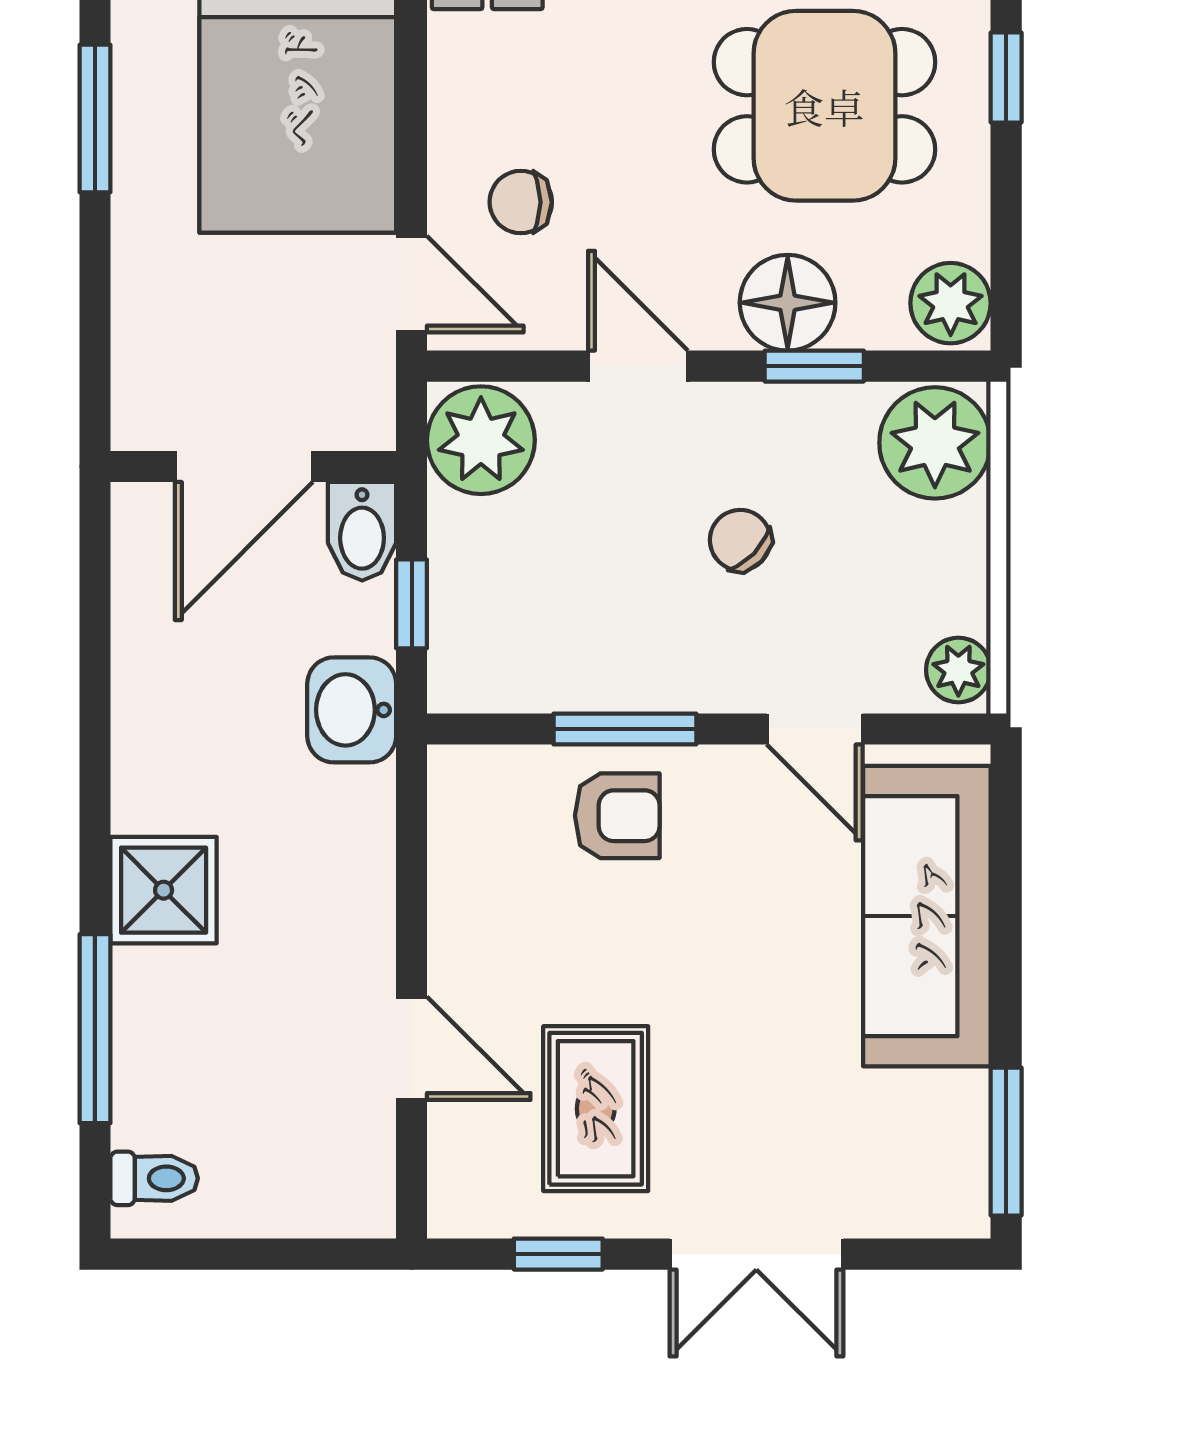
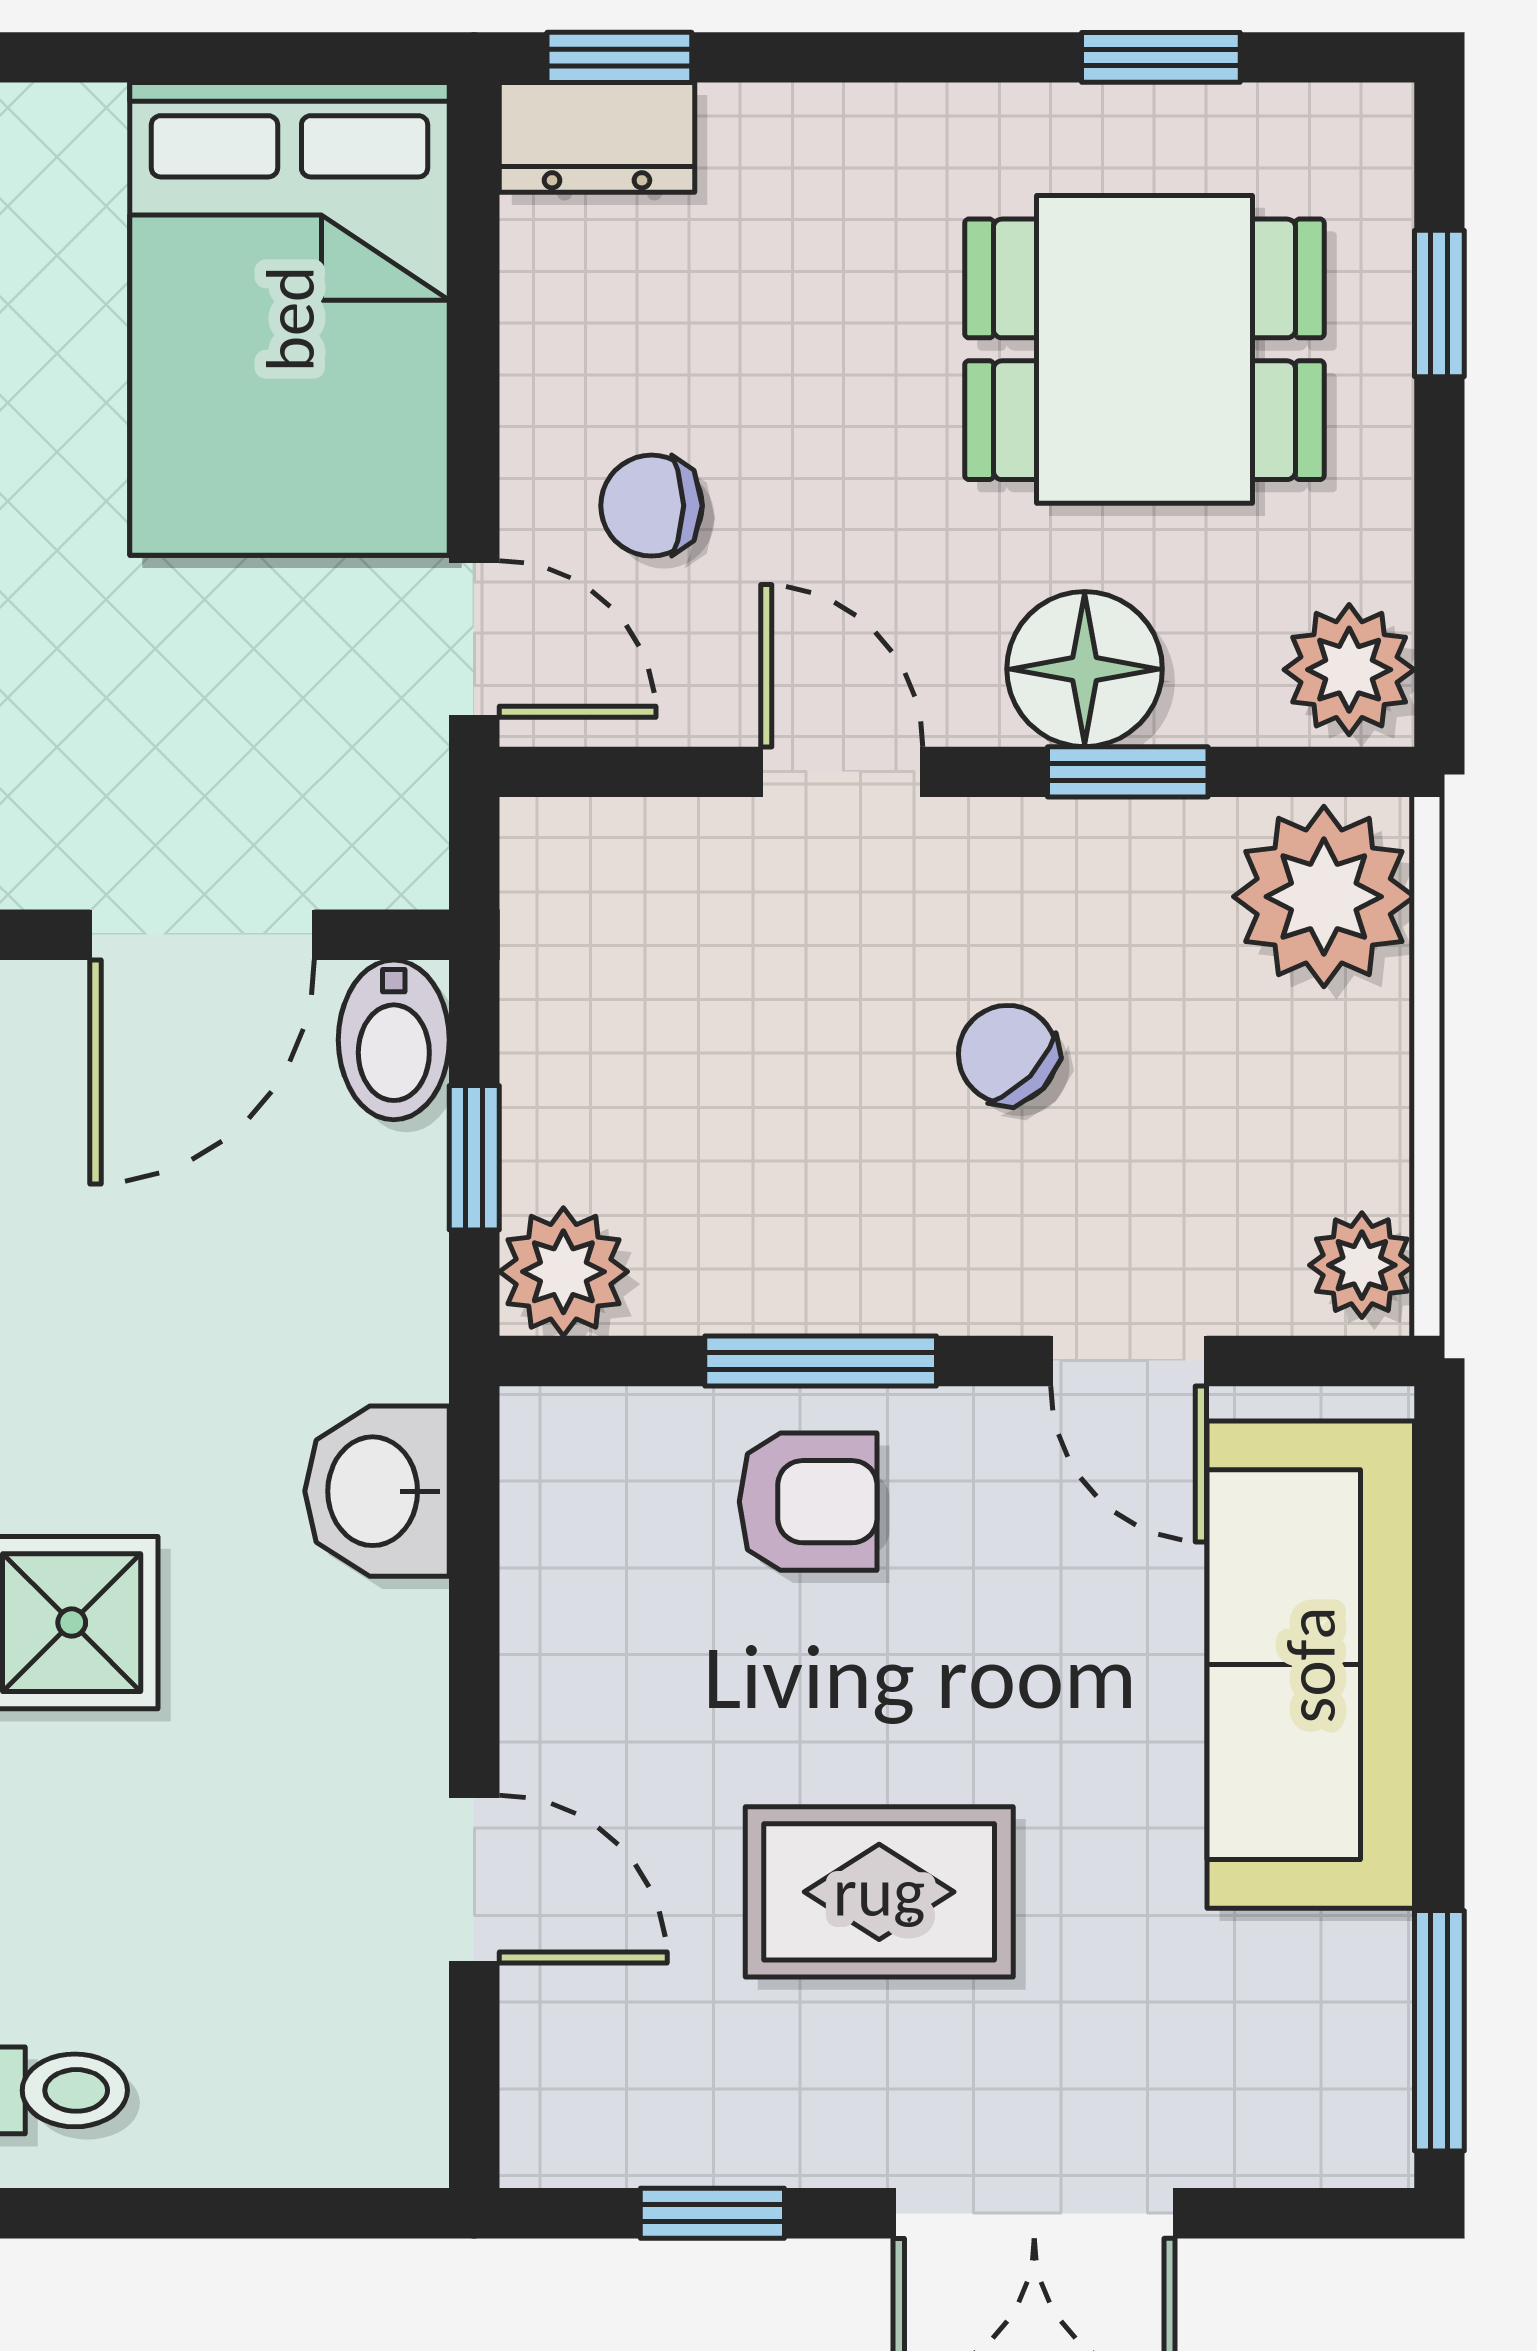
plant: (481, 440) -> (563, 1272), moved, width x0.73, depth x0.73
washbasin: (352, 710) -> (377, 1491), moved
rug: (596, 1109) -> (879, 1892), moved, turned 90

